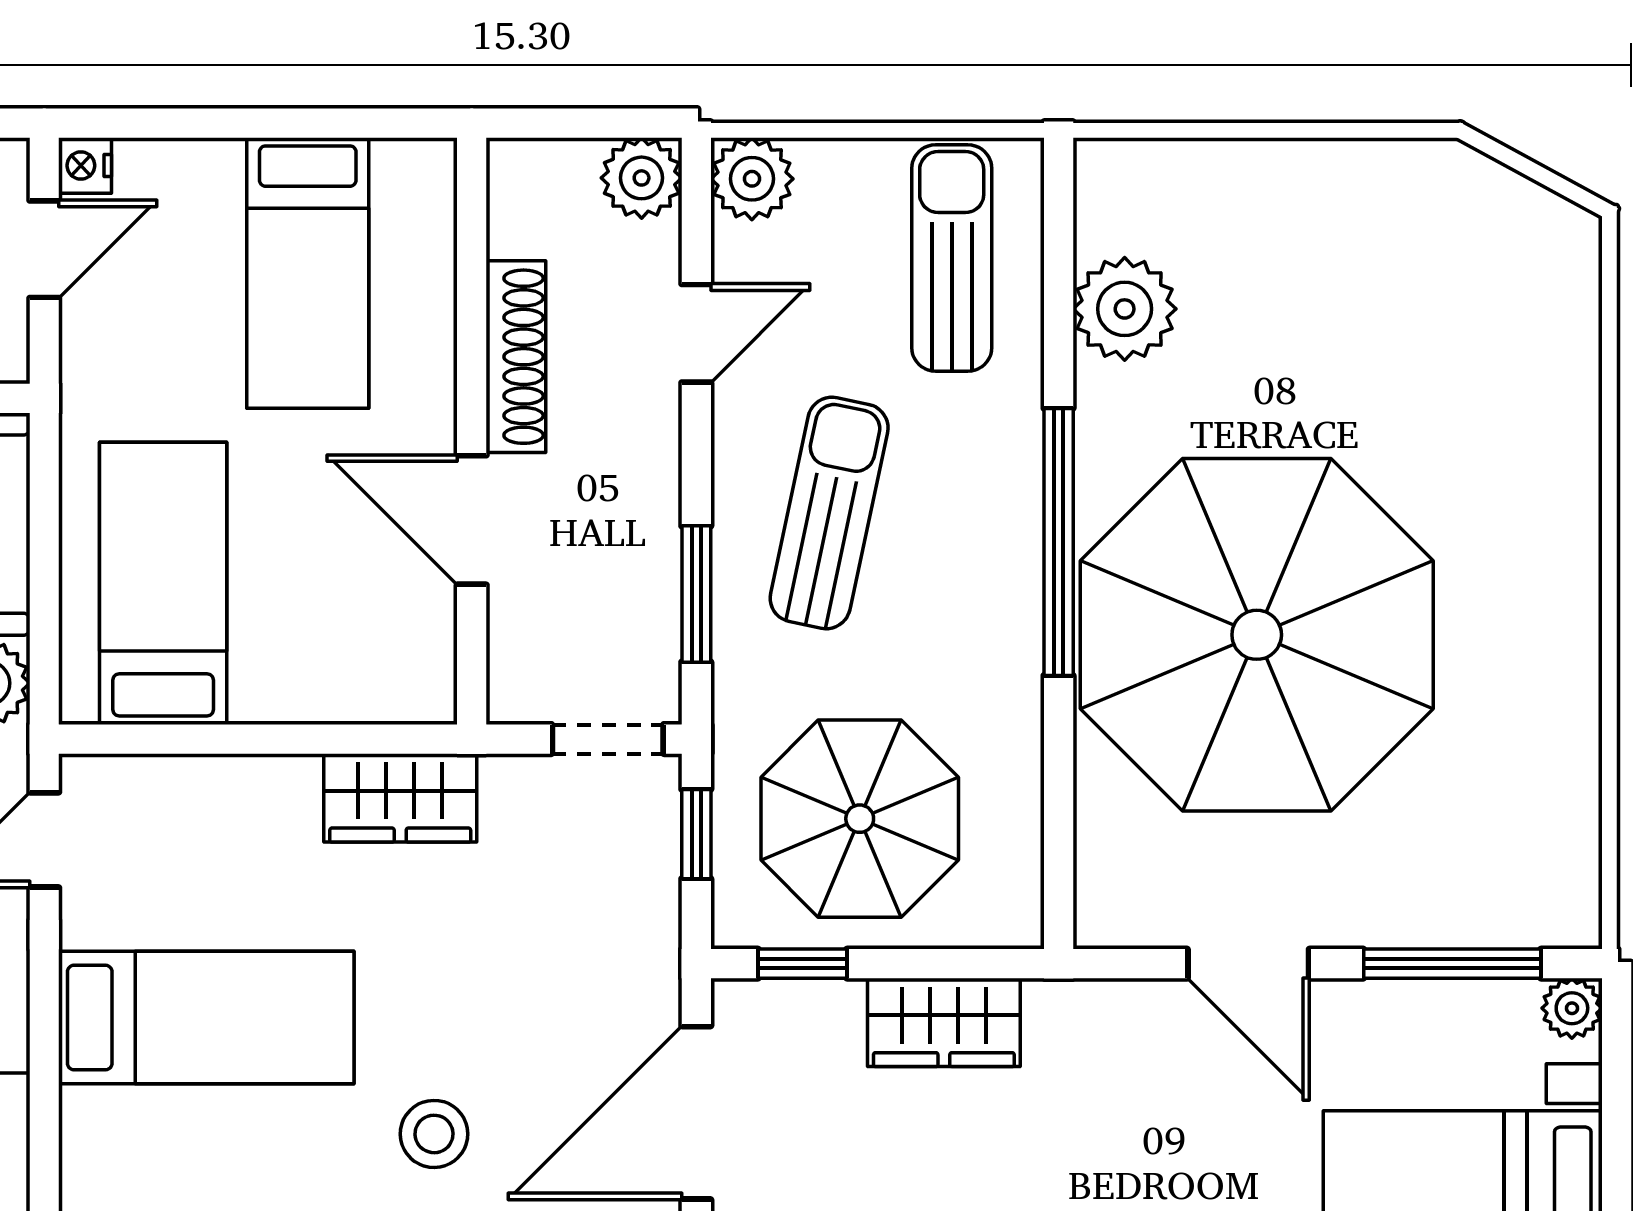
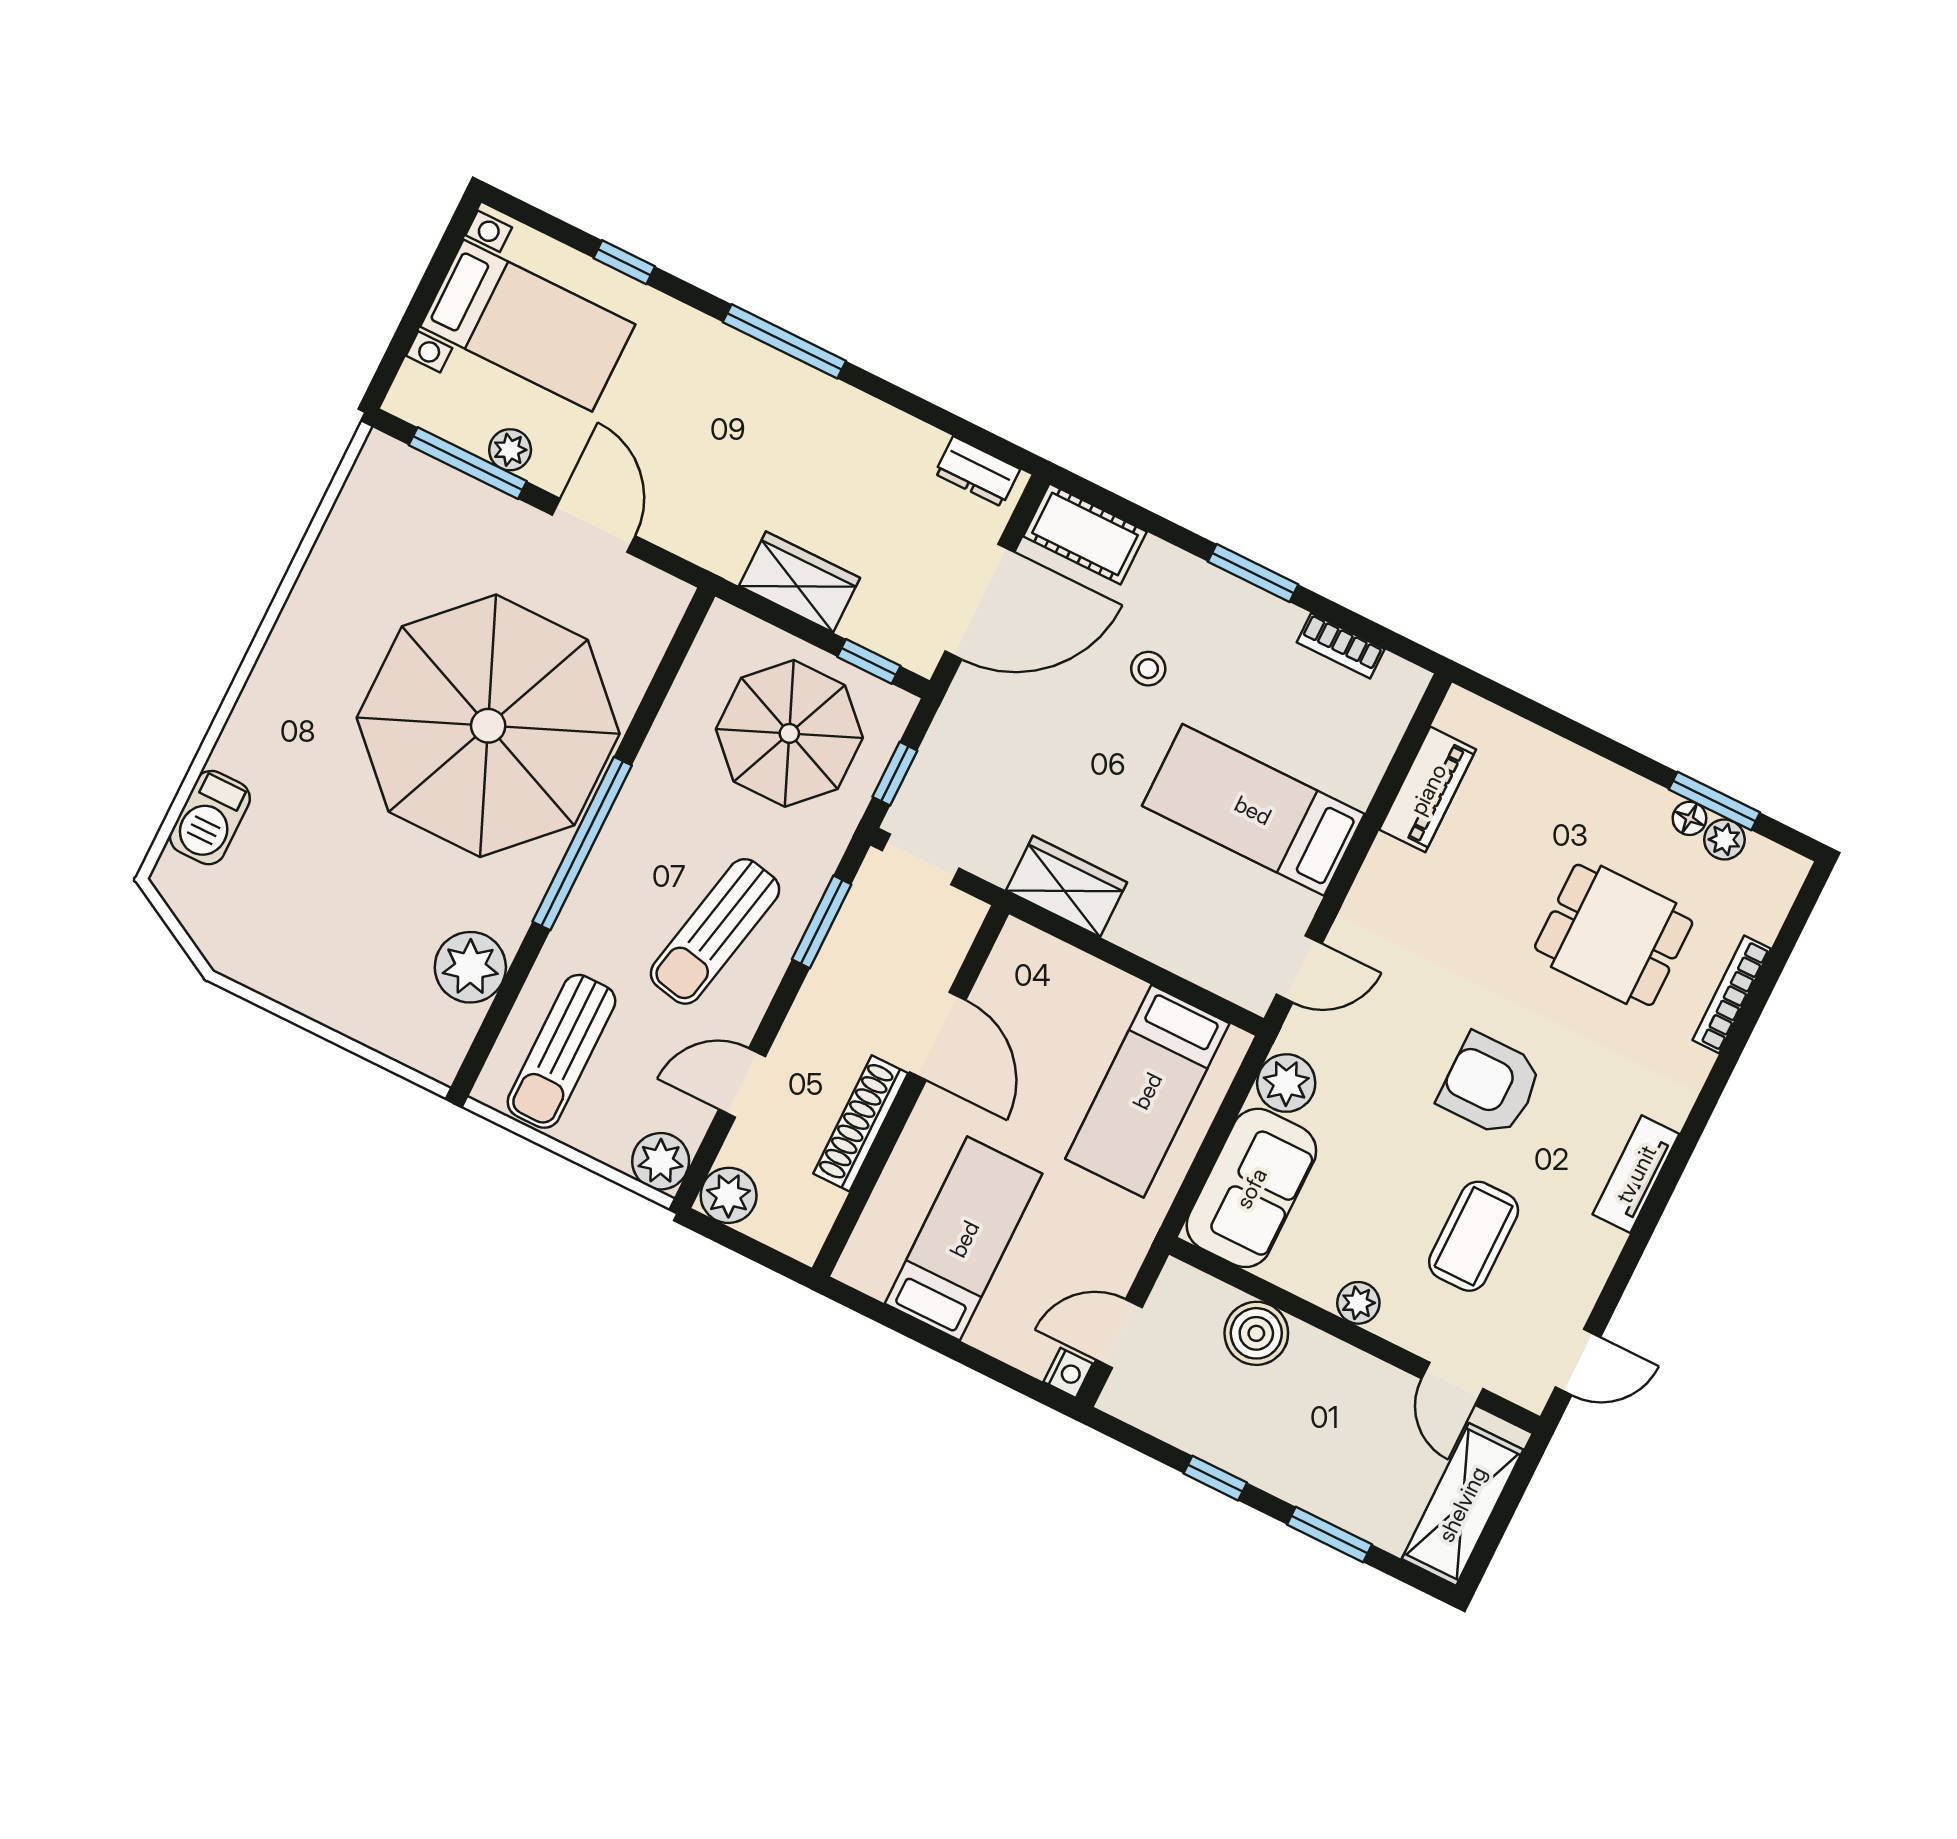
barbecue: (1560, 336) -> (210, 818), added
plant: (1572, 1008) -> (510, 450), moved
stool: (434, 1134) -> (1148, 669), width x0.73, depth x0.73

